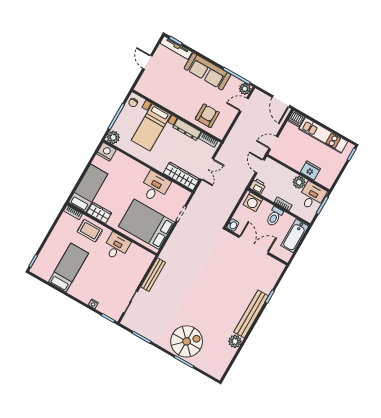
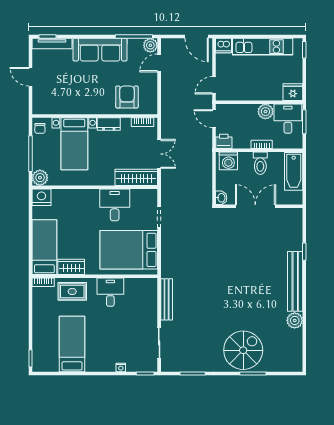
dresser: (187, 129) -> (109, 124), width x0.70
fridge: (310, 170) -> (293, 92), moved

